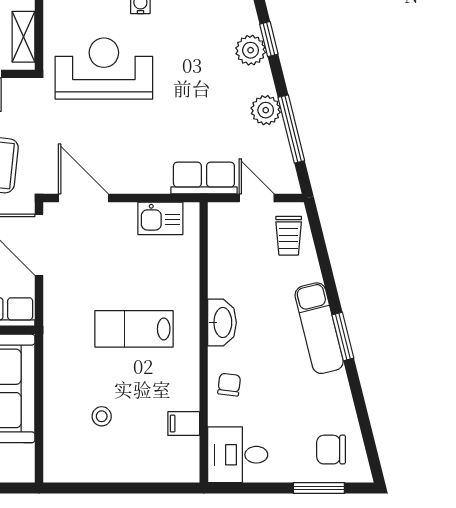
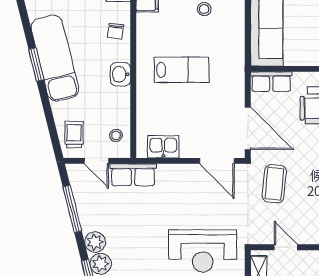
plant: (266, 110) -> (95, 242), moved
stool: (229, 235) -> (116, 135), added
washbasin: (222, 323) -> (120, 74), width x0.72
exam couch: (319, 328) -> (55, 58), width x1.36, depth x1.45

